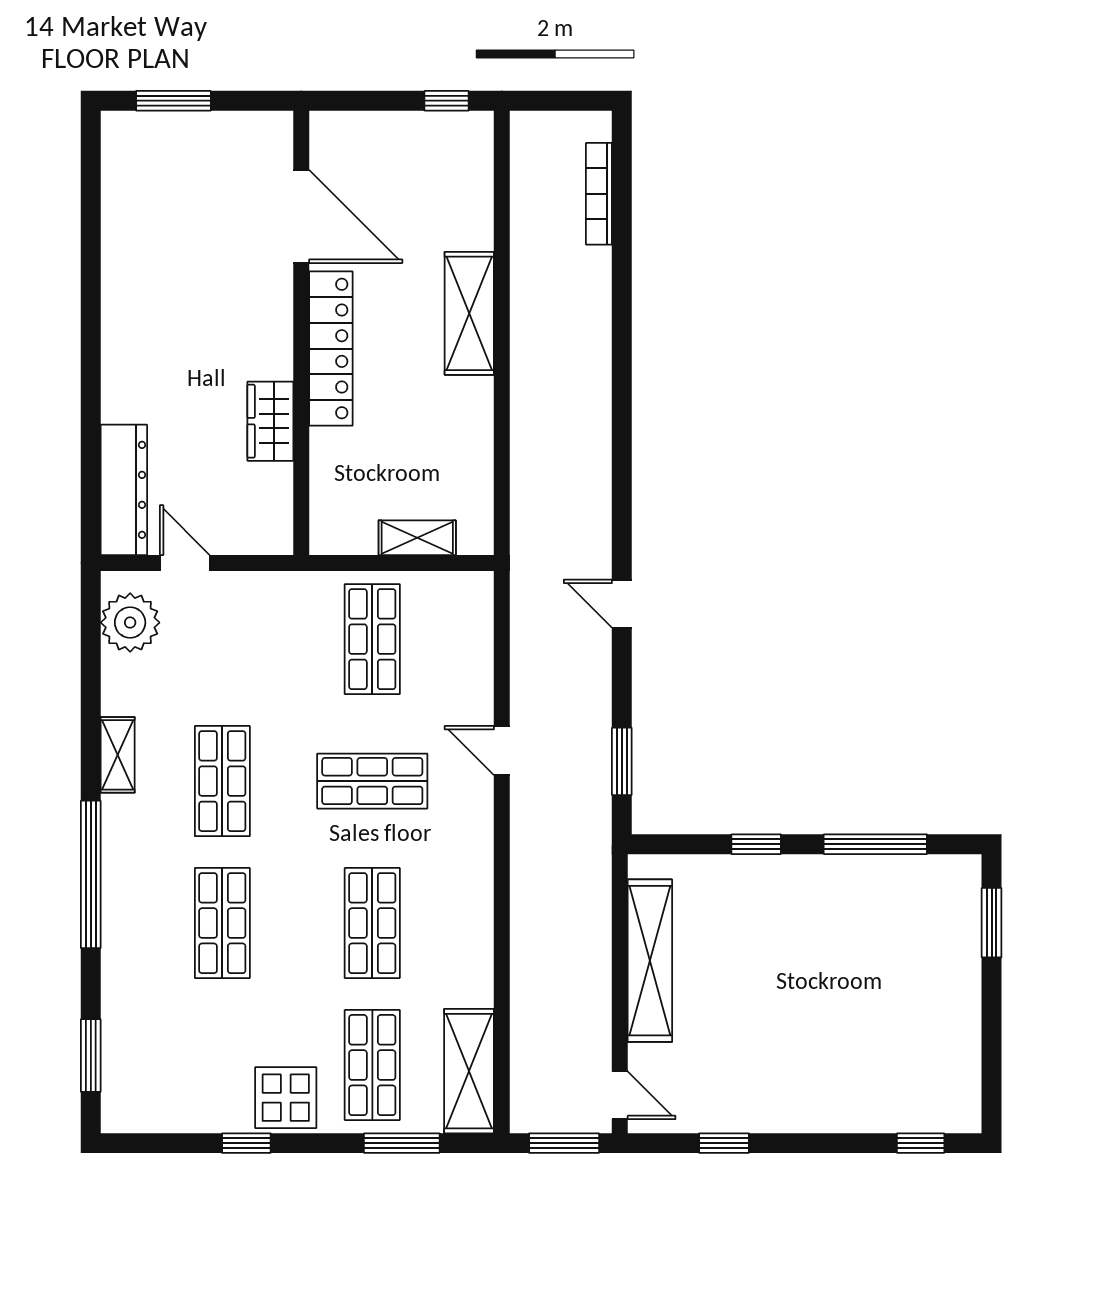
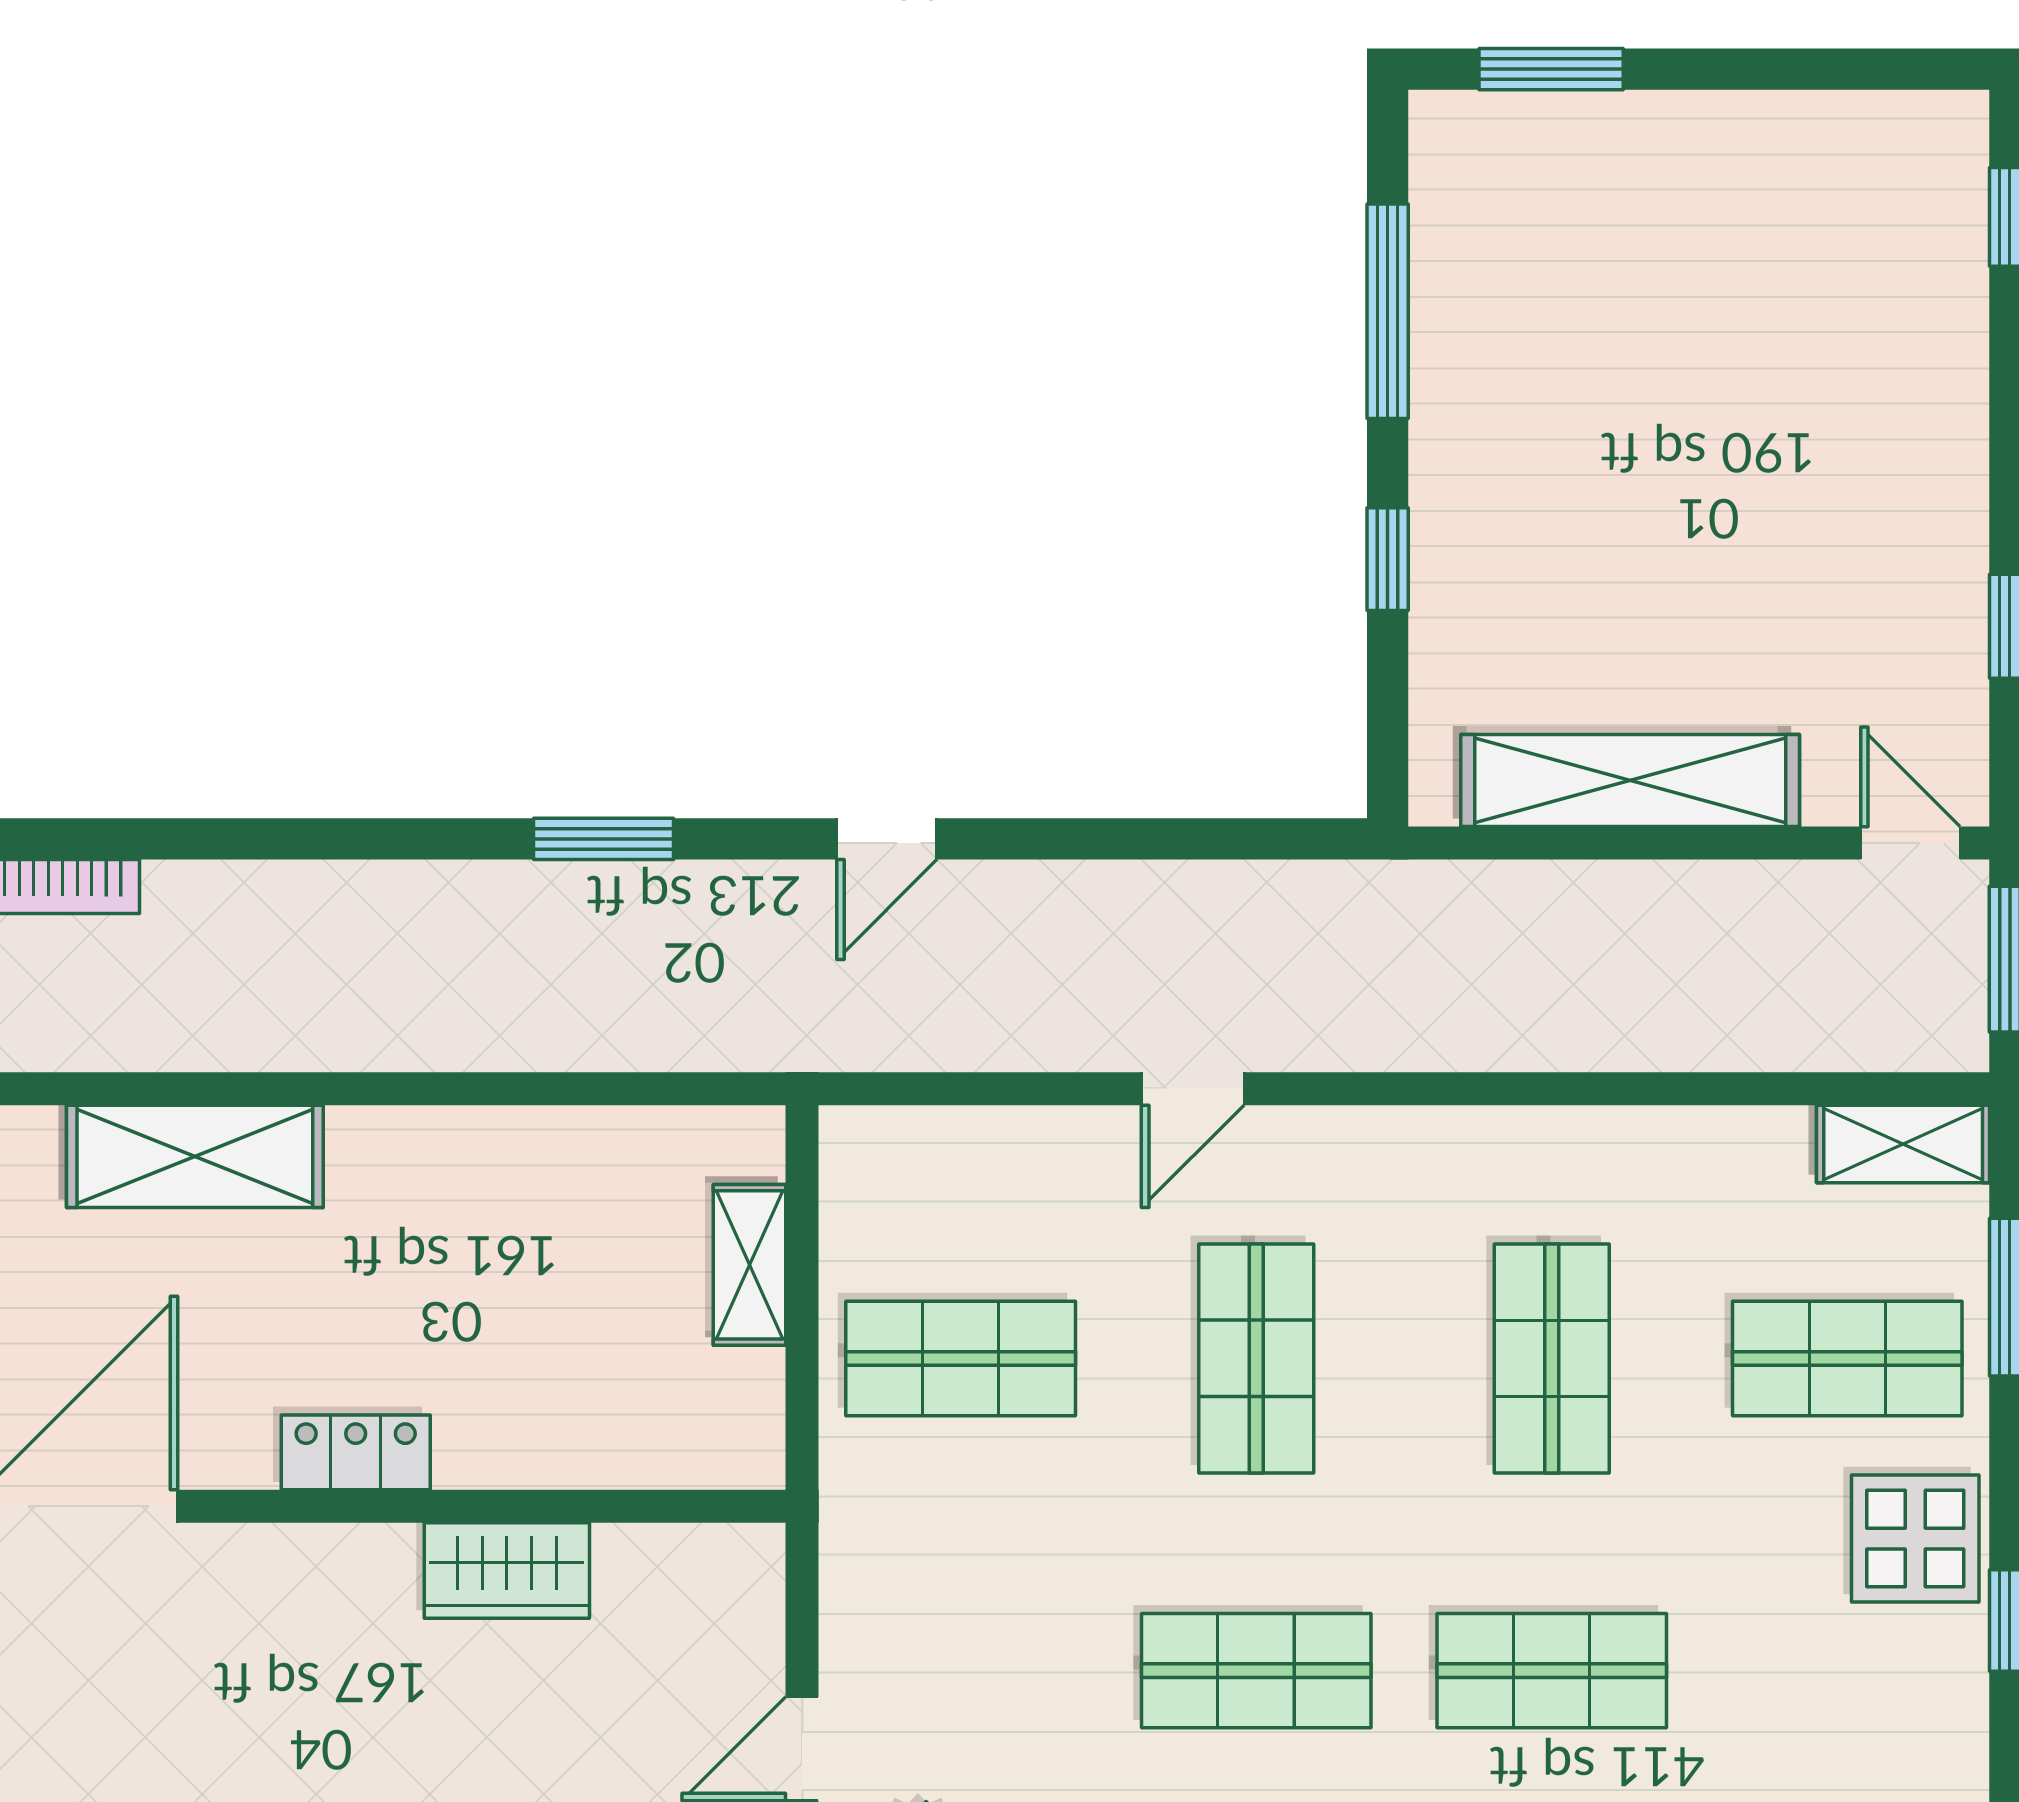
shelving: (469, 313) -> (195, 1156), moved
locker: (331, 349) -> (356, 1452), width x0.46, depth x0.83
window: (622, 761) -> (604, 839), moved
shop shelf: (372, 923) -> (1552, 1358), turned 90
shelving: (469, 1071) -> (1903, 1144), width x0.67, depth x0.75
door: (620, 1095) -> (1910, 843), hinge flipped

